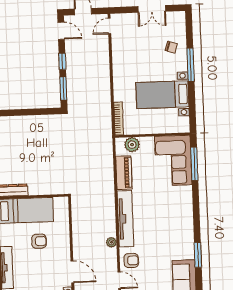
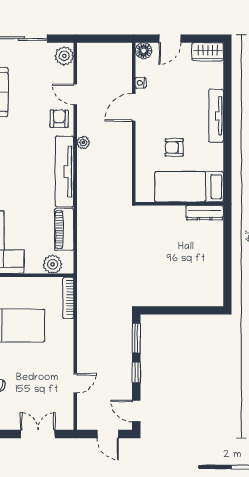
double door: (152, 9) -> (38, 434), moved
door: (109, 26) -> (75, 383), moved
armchair: (131, 260) -> (59, 119), turned 90
door: (72, 272) -> (134, 107), hinge flipped

